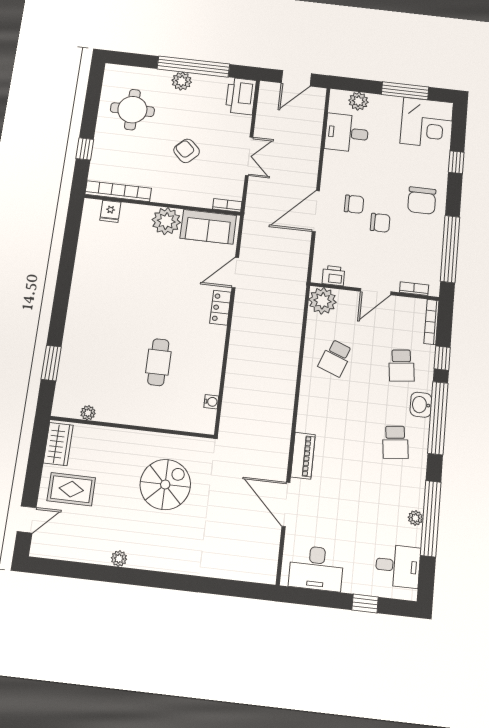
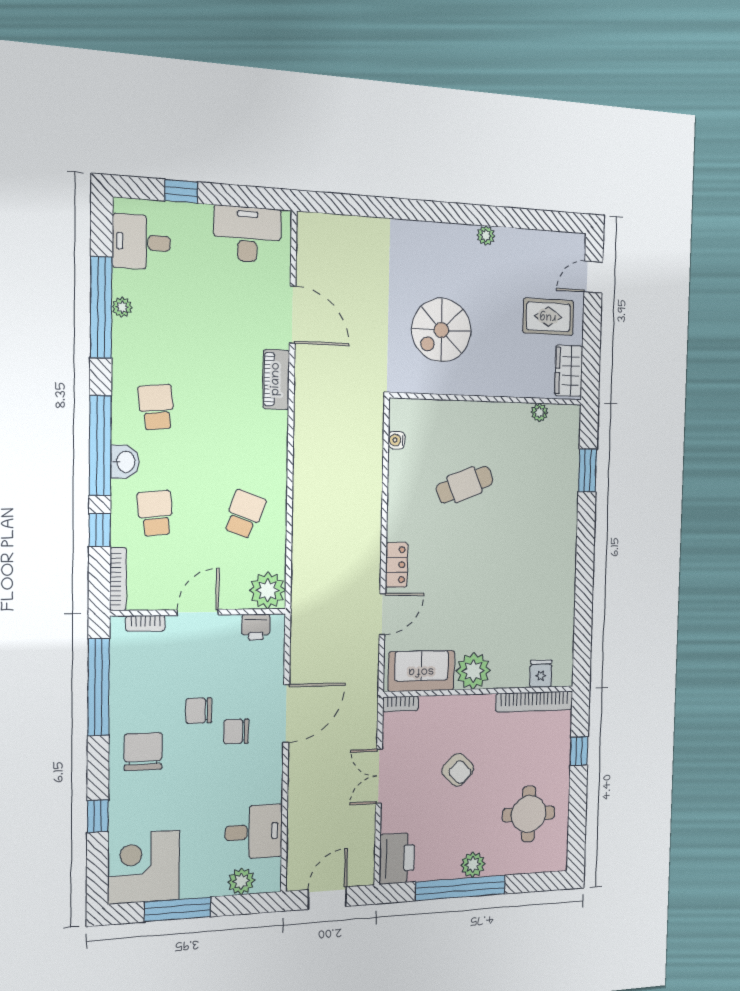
cafe table: (158, 362) -> (465, 485), turned 69

